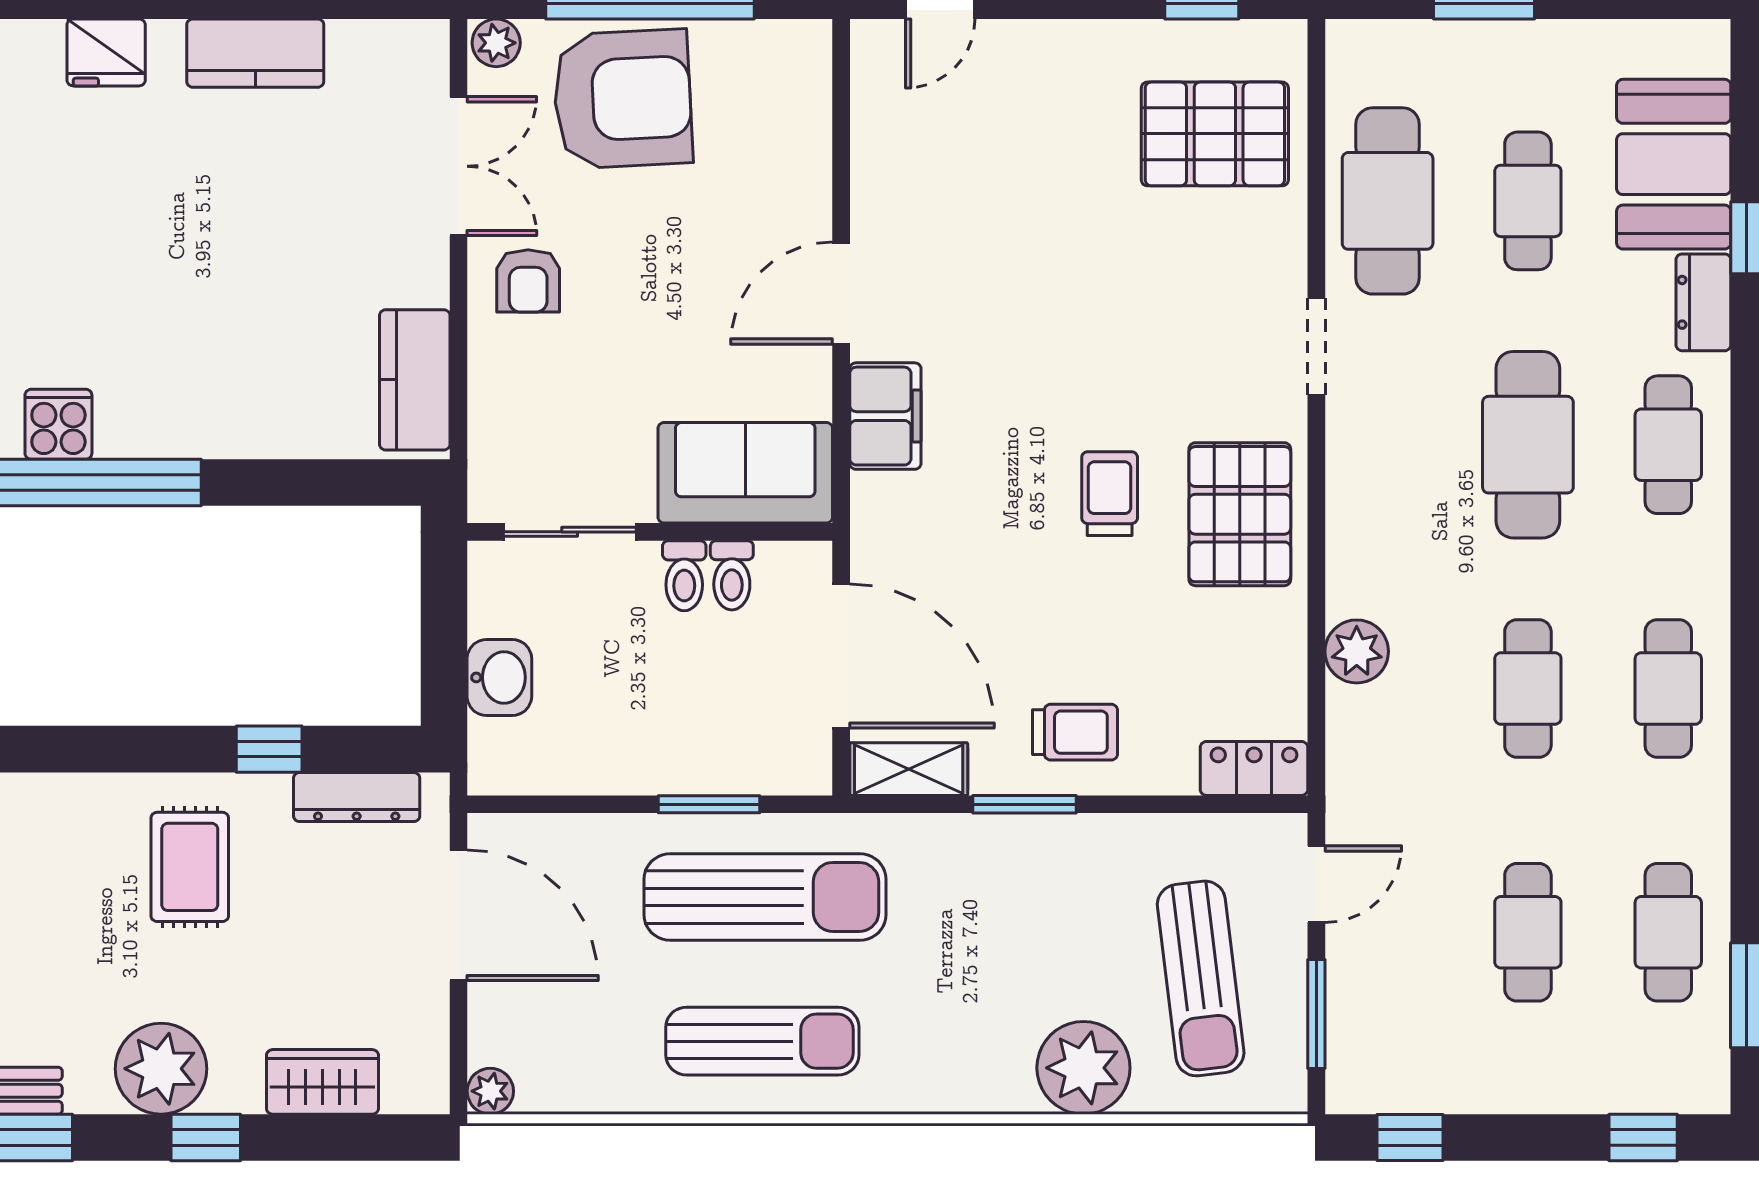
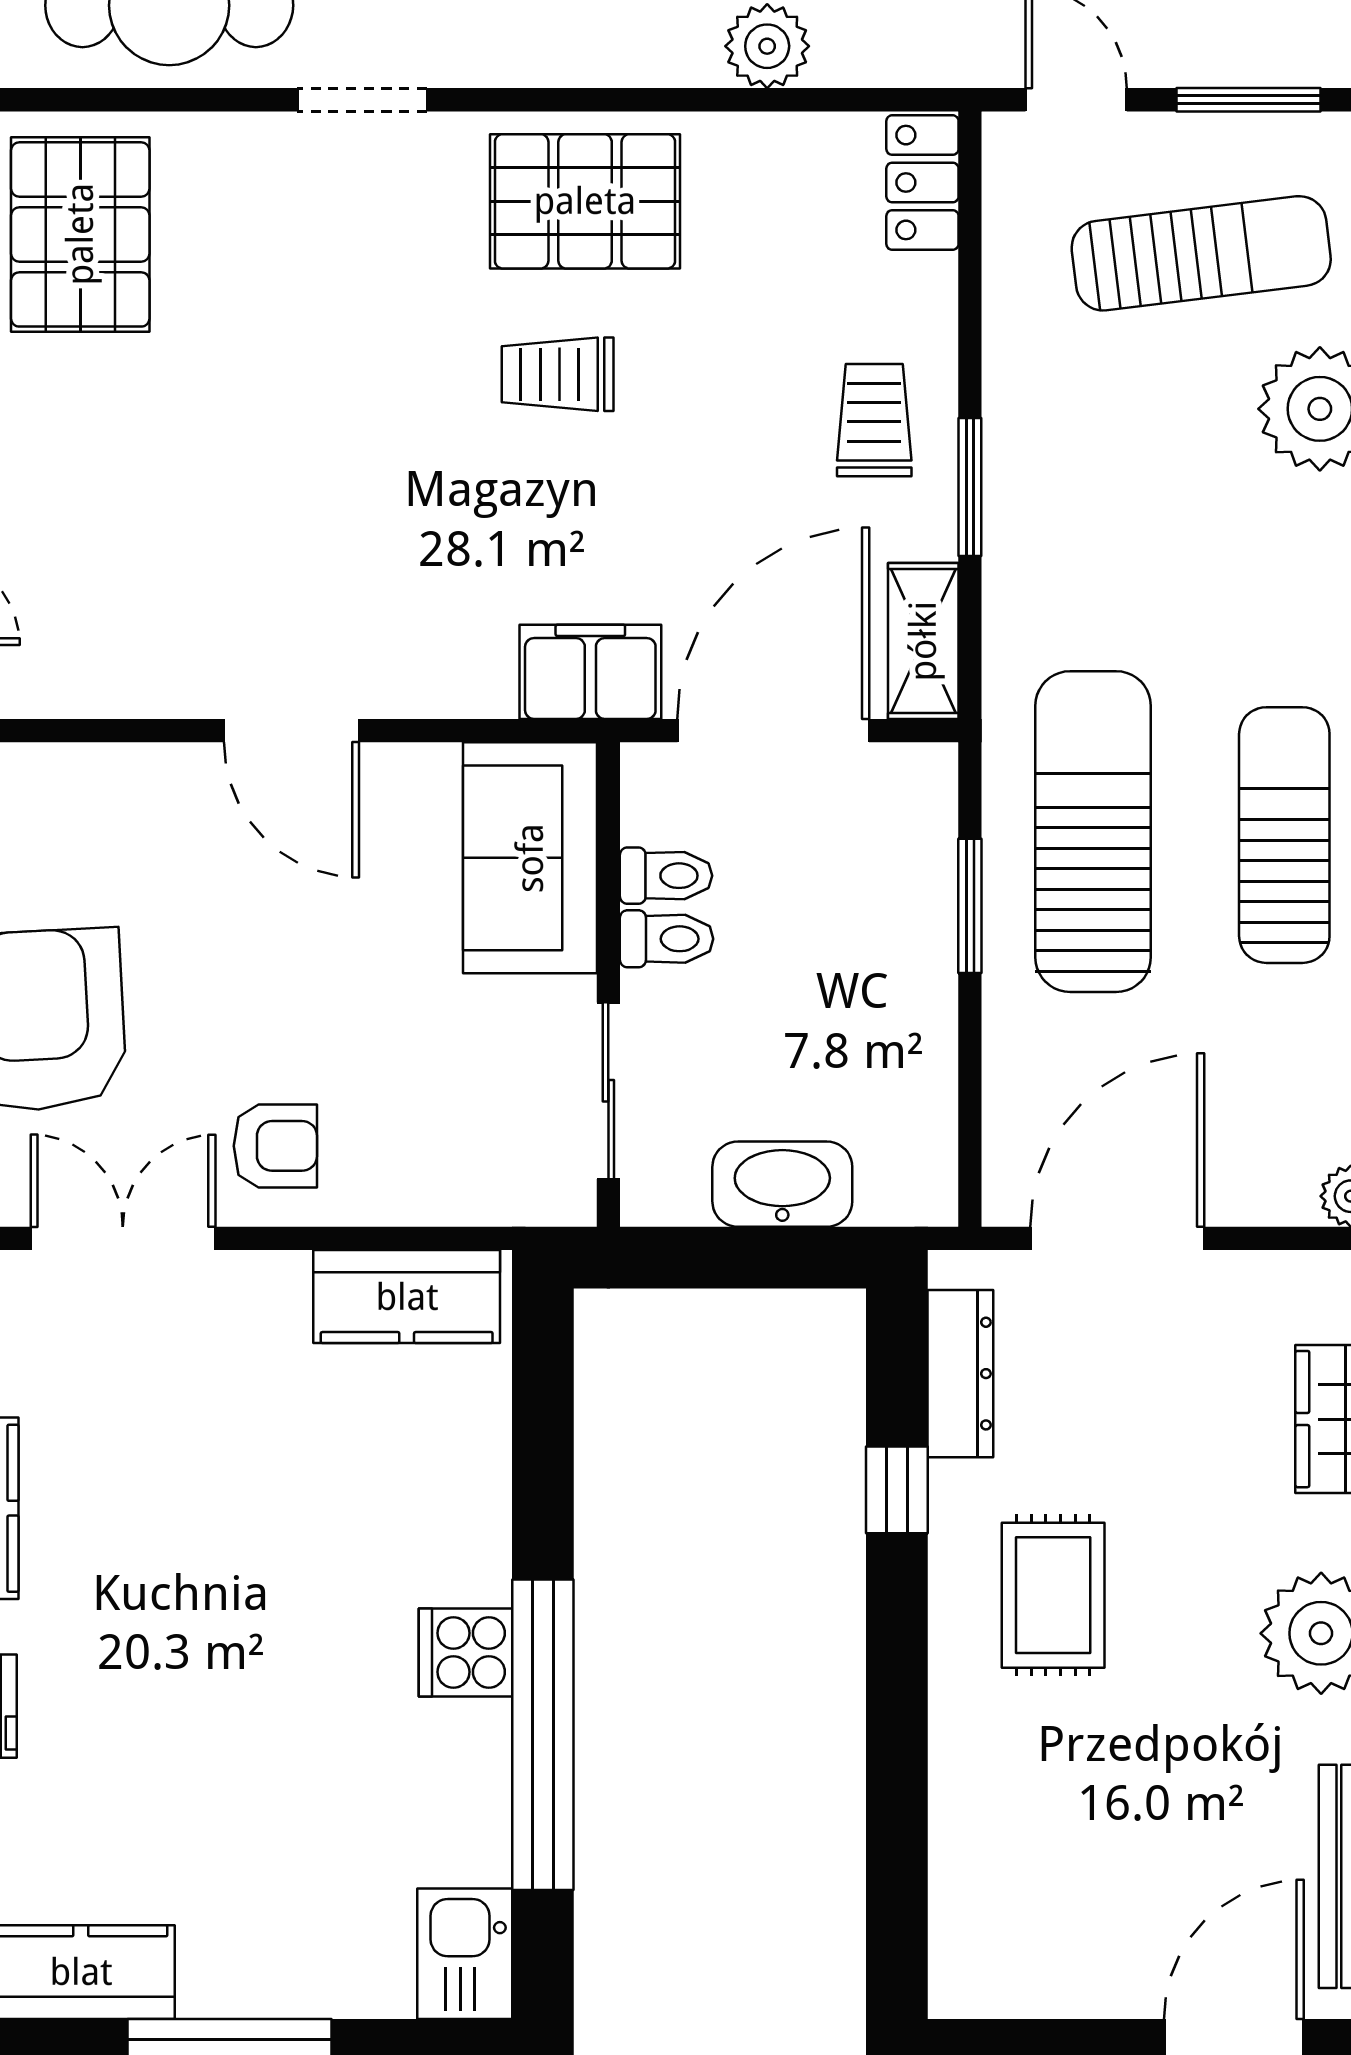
filing cabinet: (885, 416) -> (590, 672), moved
cooker: (58, 424) -> (466, 1652), moved
washbasin: (499, 677) -> (782, 1184), width x1.38
rug: (190, 867) -> (1053, 1595), turned 90

